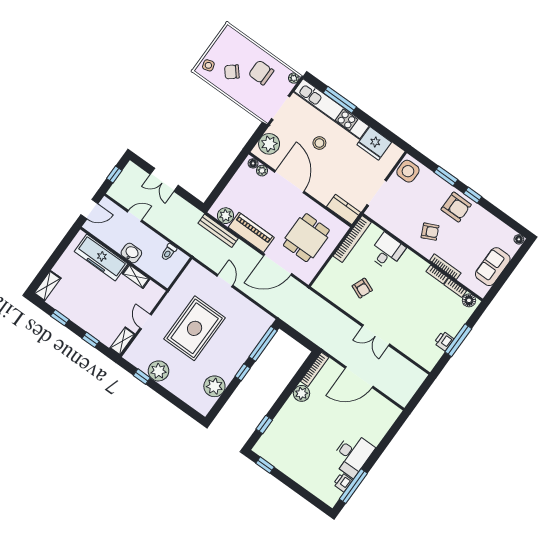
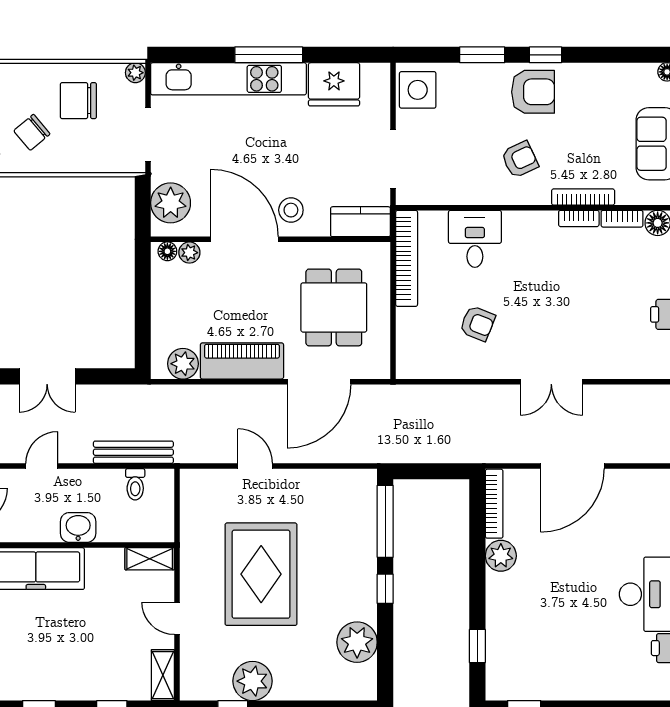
window: (340, 100) -> (269, 55), moved
stool: (319, 143) -> (291, 210), moved
bench: (218, 231) -> (133, 452), moved
shelving: (136, 276) -> (150, 559), moved

